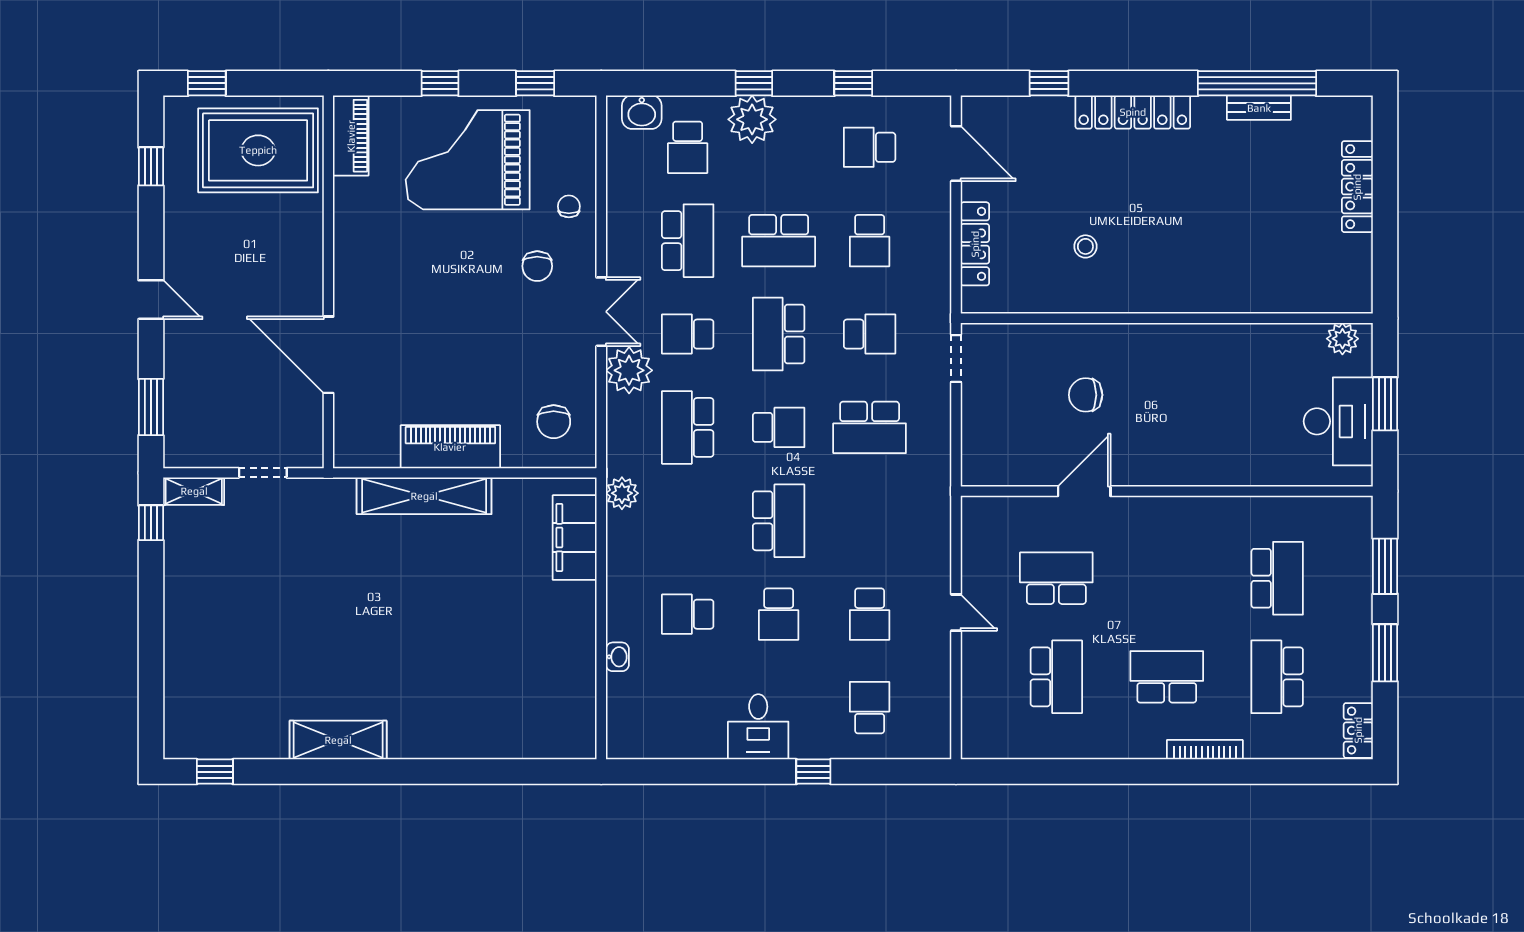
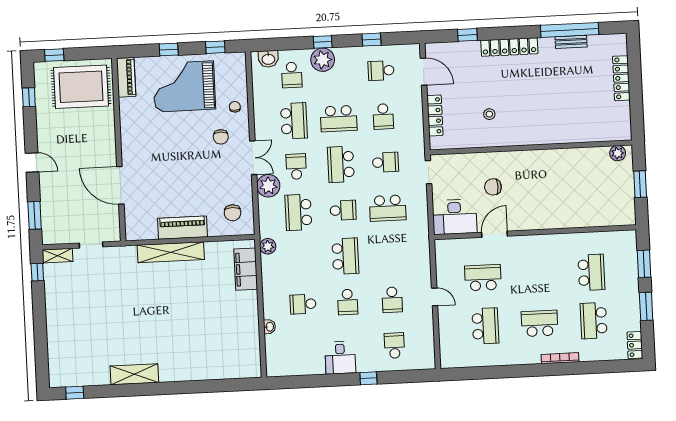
school desk: (688, 334) -> (296, 167), turned 90
desk: (1338, 421) -> (455, 217), moved, turned 90

